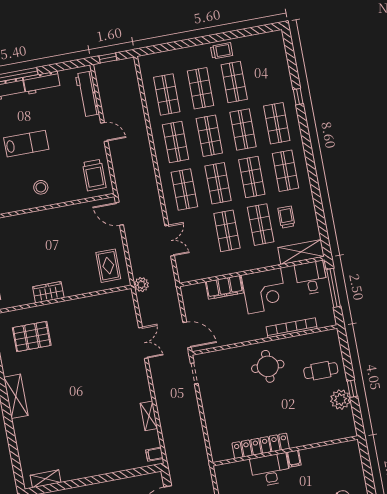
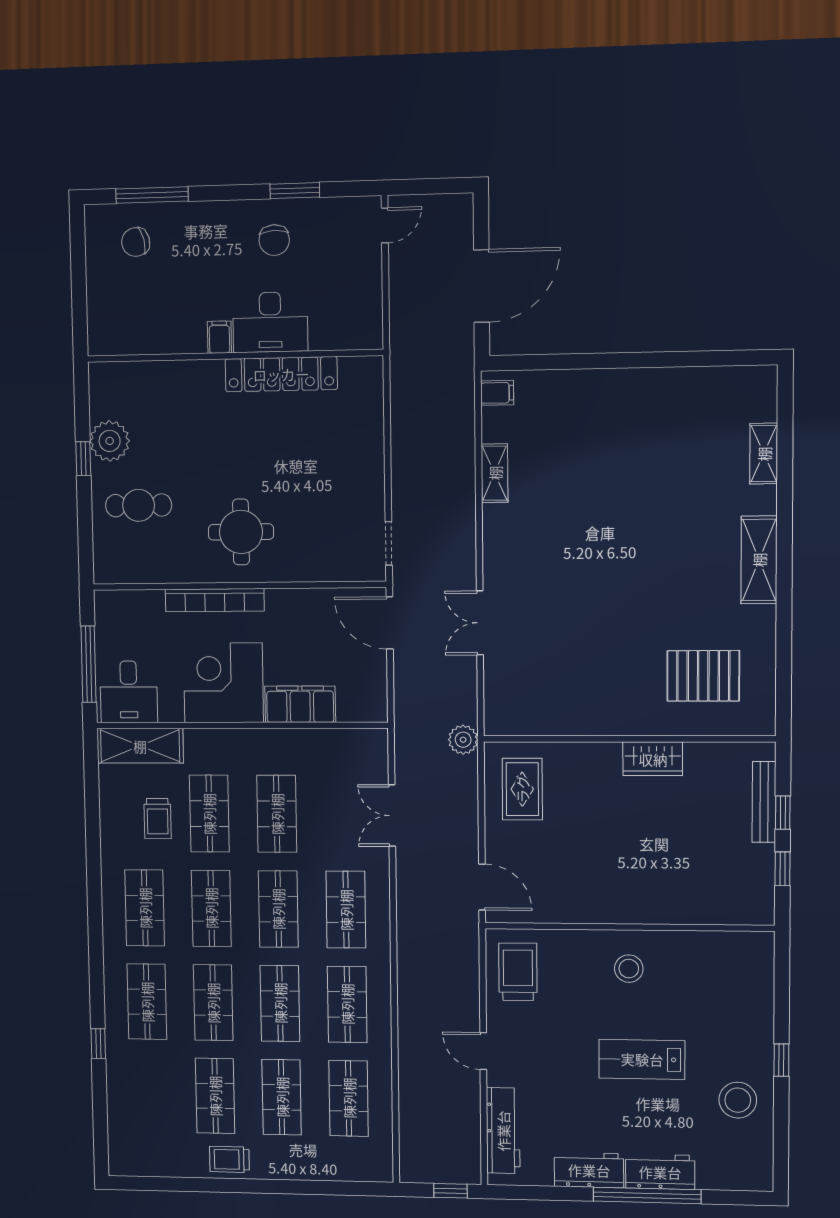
bookcase: (292, 328) -> (215, 600), moved
shelving: (46, 479) -> (764, 454), moved, turned 90

